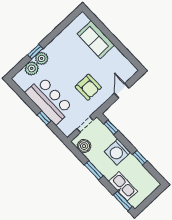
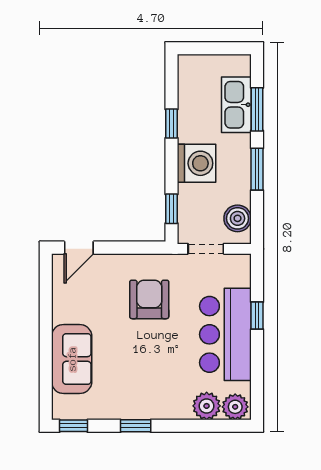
window: (73, 16) -> (74, 426), added
window: (35, 52) -> (136, 426), moved
plant: (42, 58) -> (235, 407), moved
door: (122, 91) -> (79, 248), moved
window: (123, 201) -> (257, 109), moved

